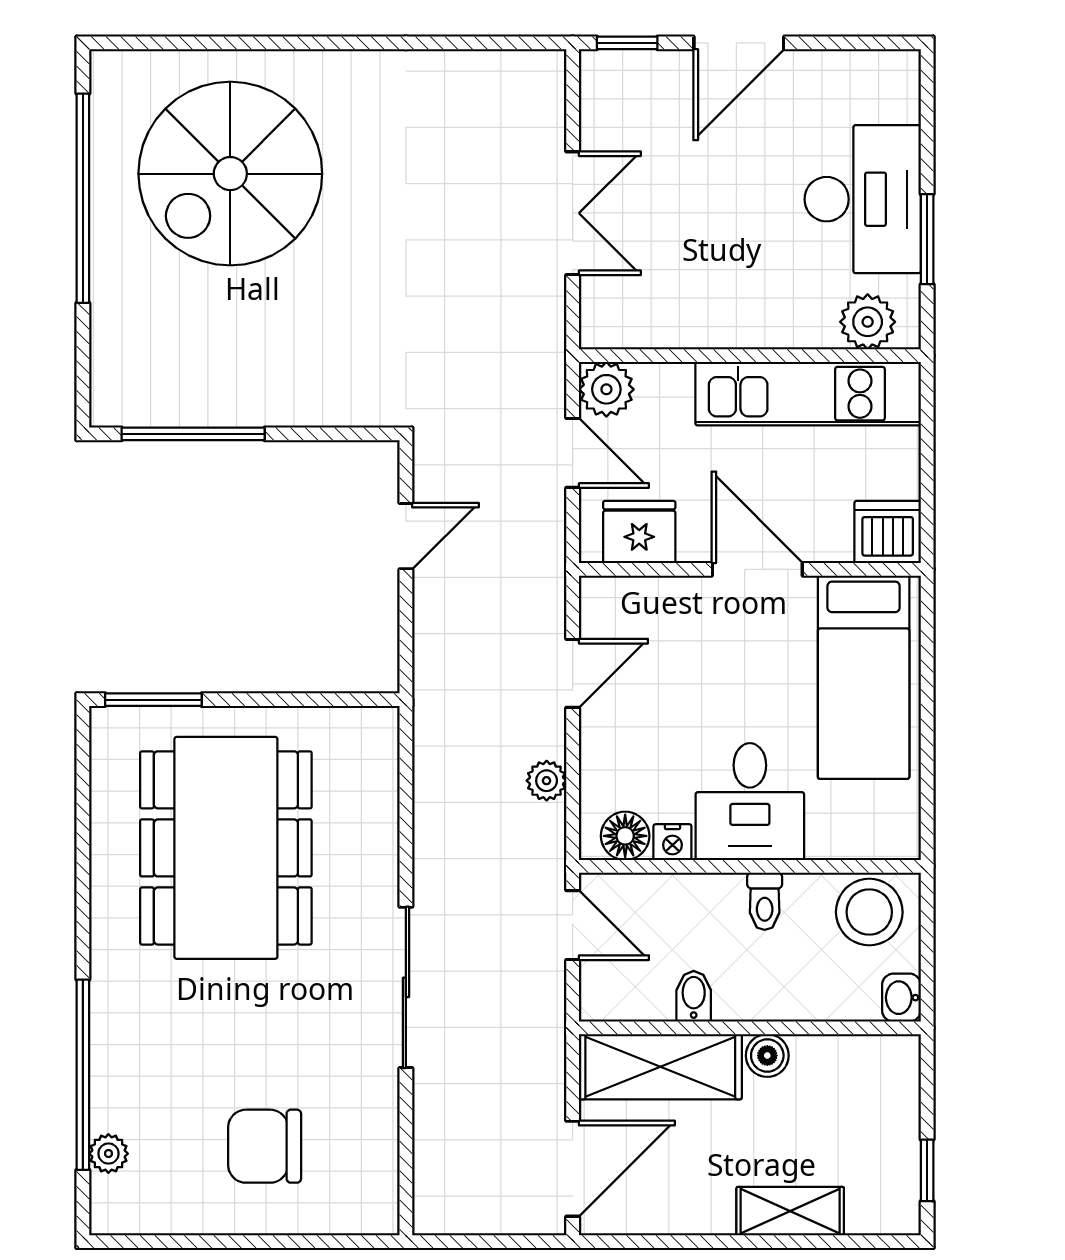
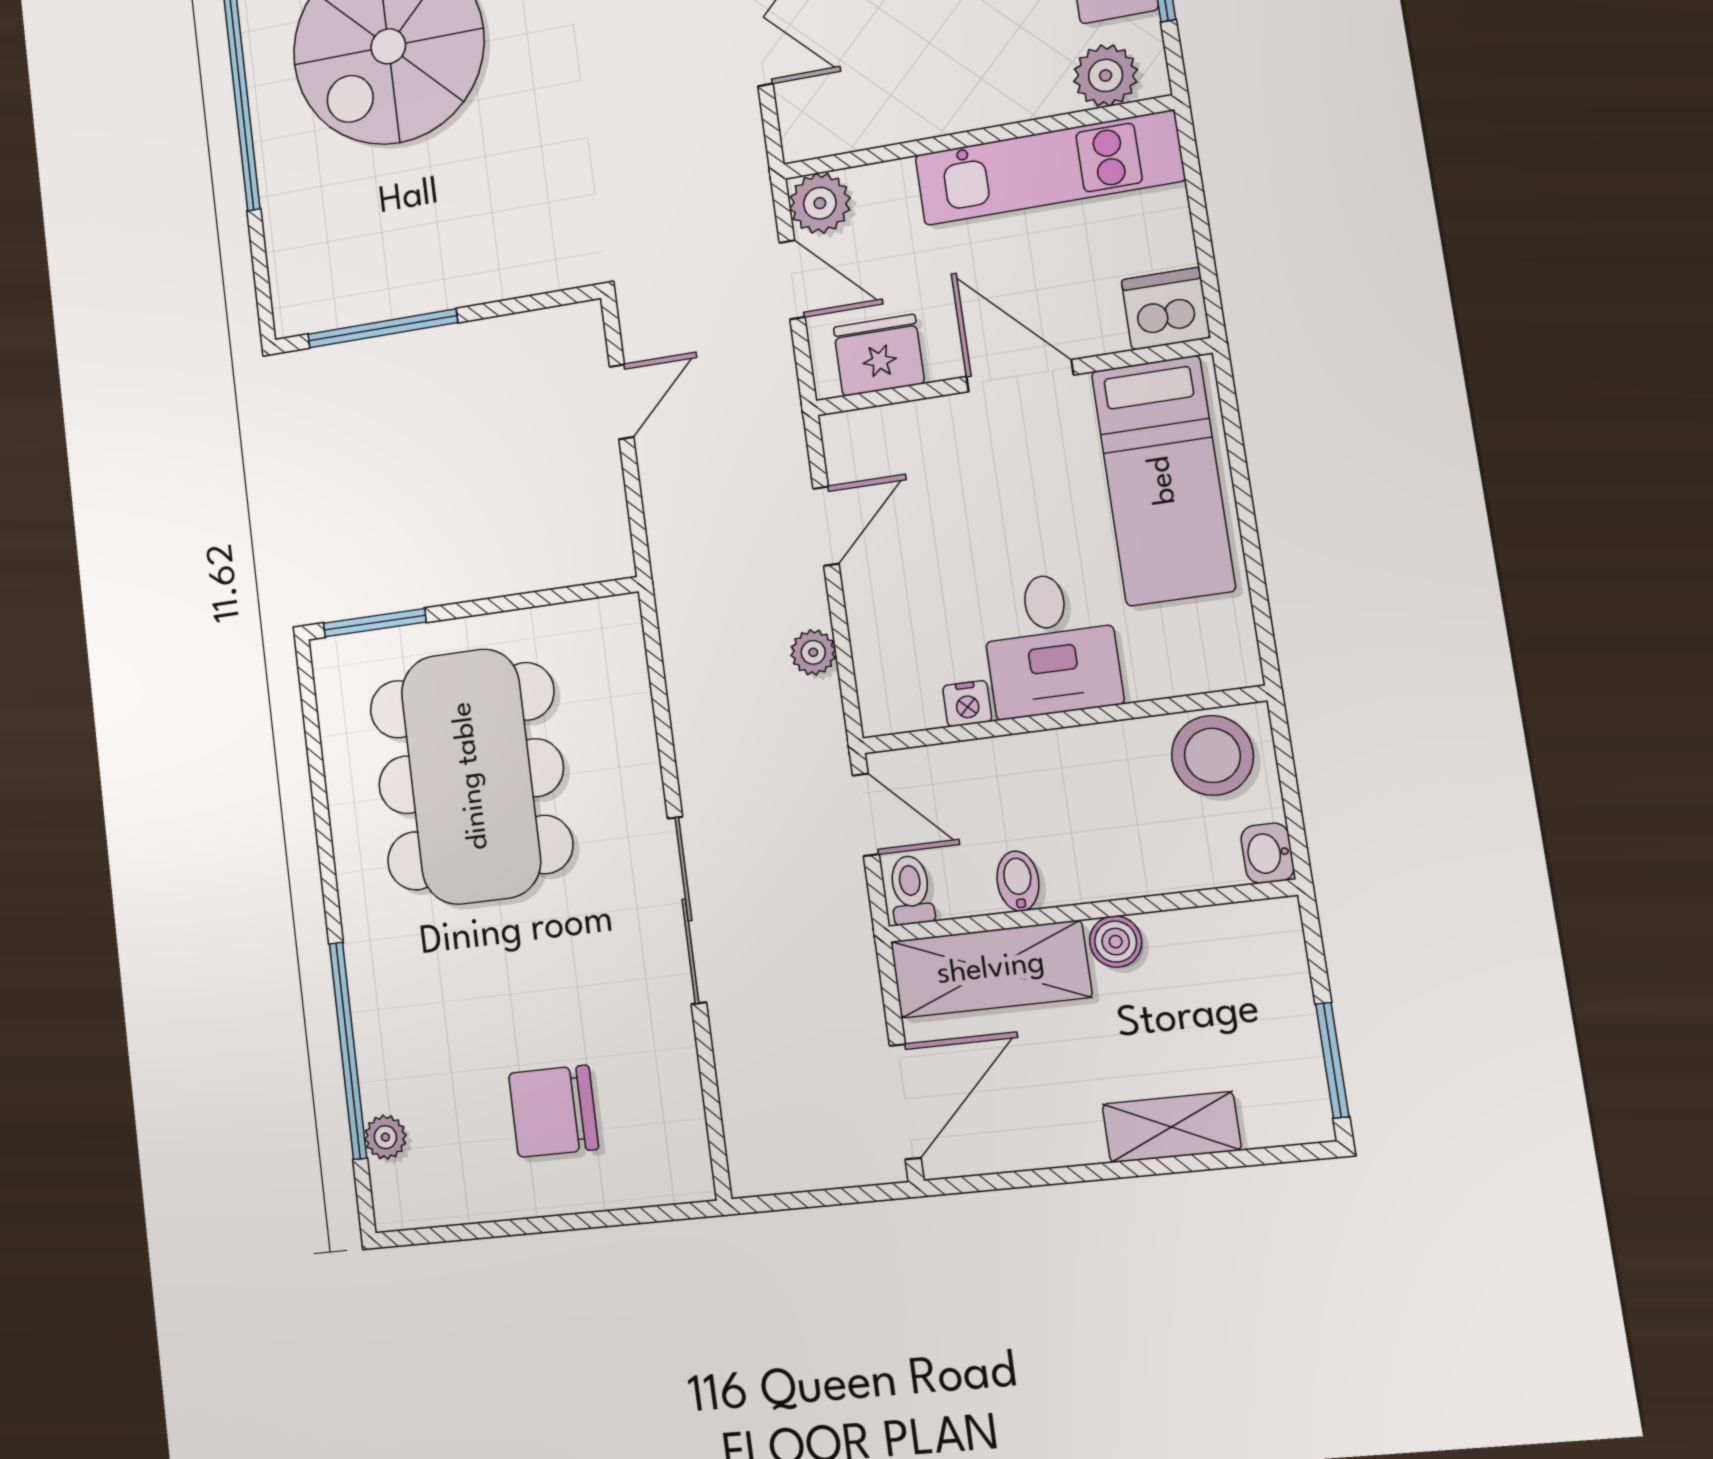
floor lamp: (625, 836) -> (912, 704), removed
toilet: (765, 901) -> (911, 890), moved, turned 180
window: (927, 1170) -> (1332, 1060), width x1.50

